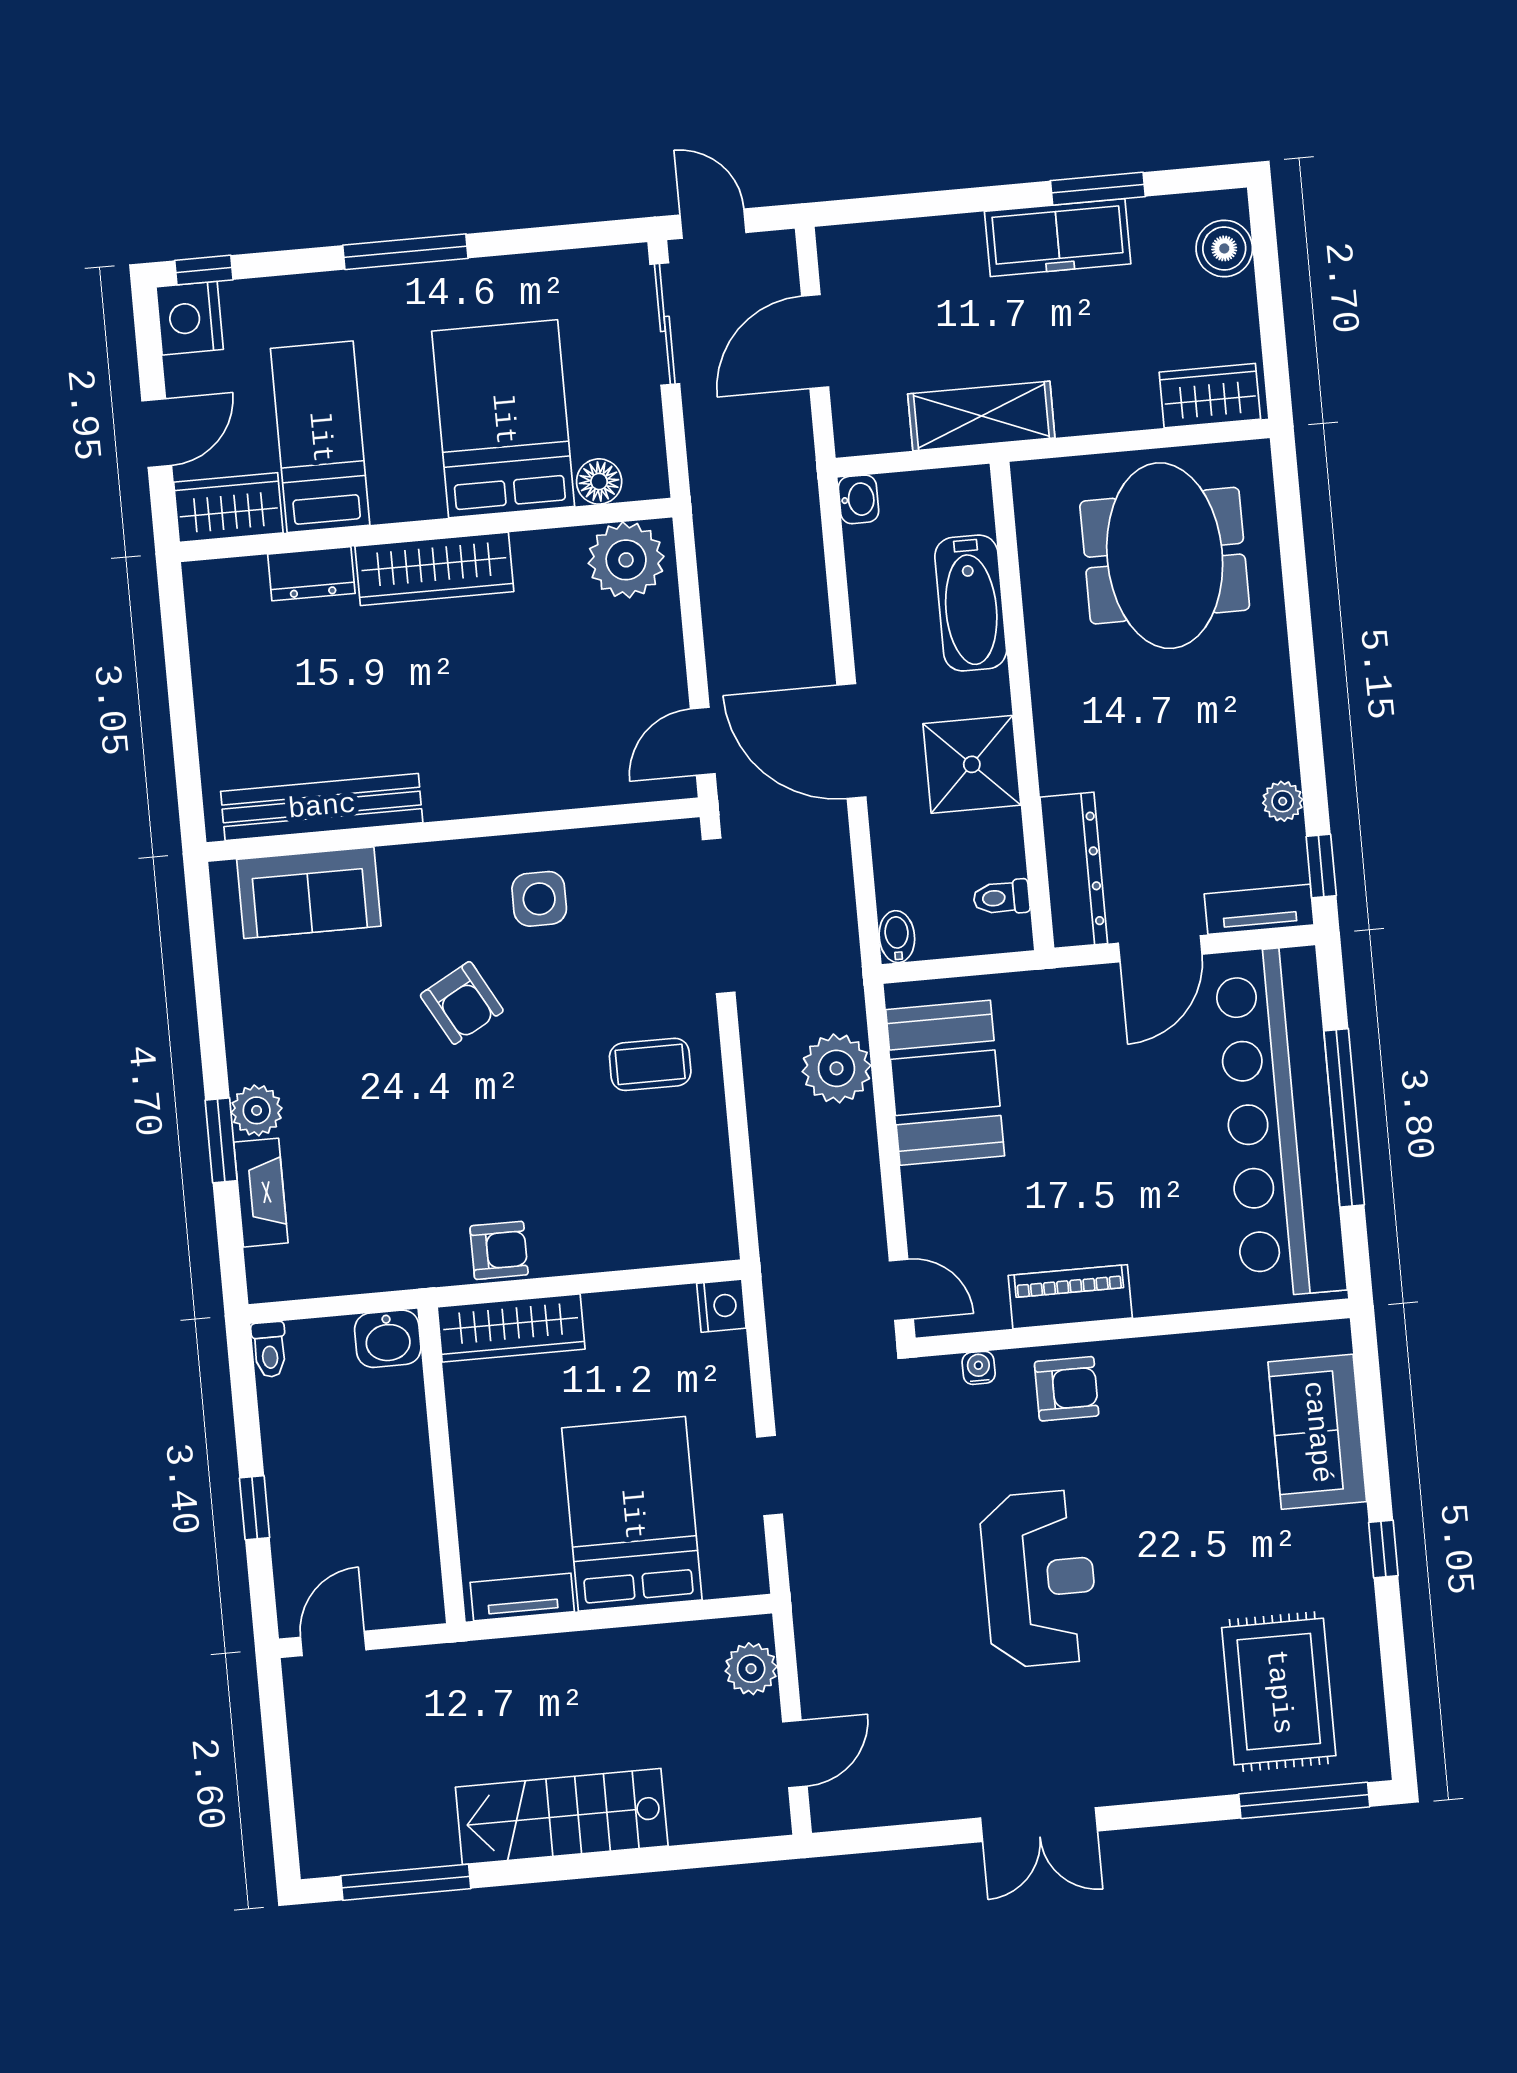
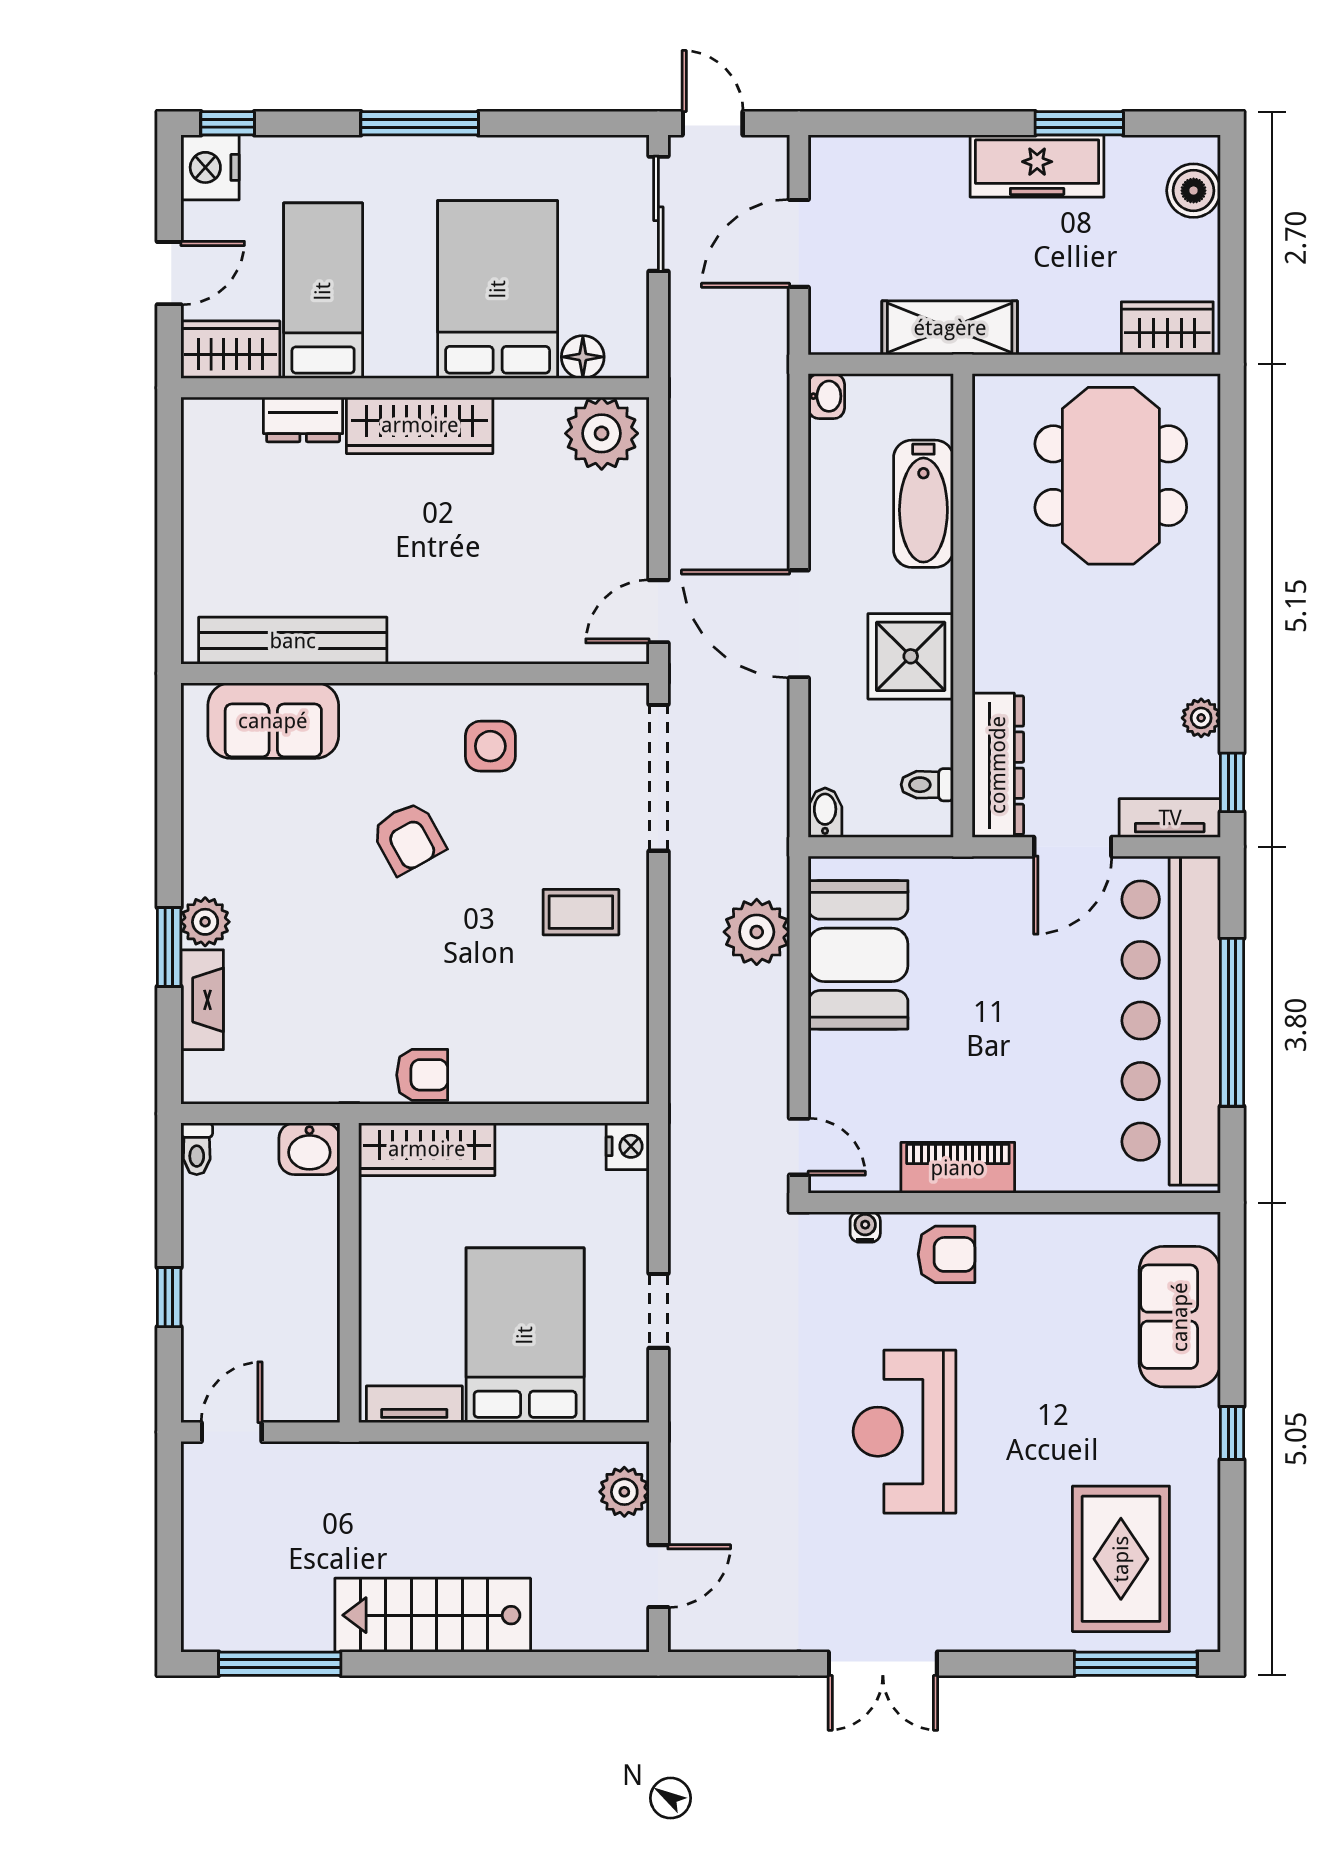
reception desk: (1039, 1579) -> (904, 1432), turned 180

